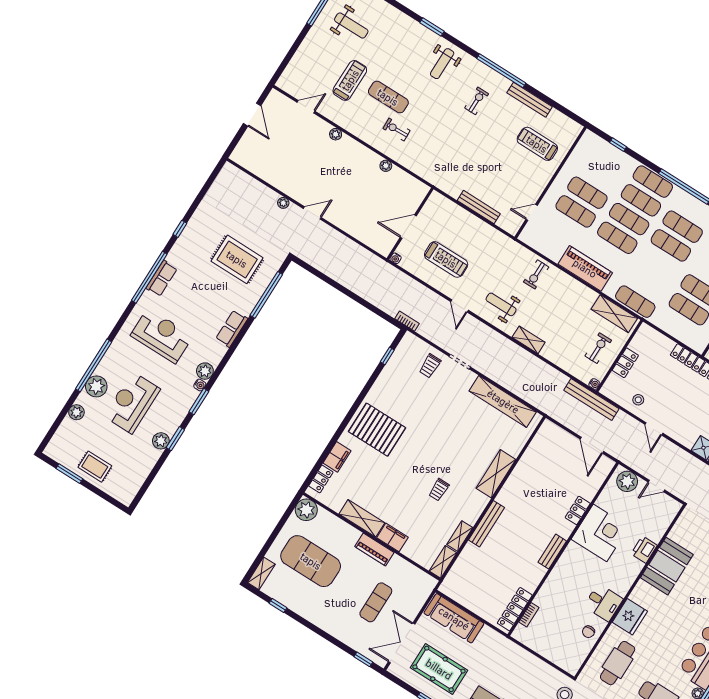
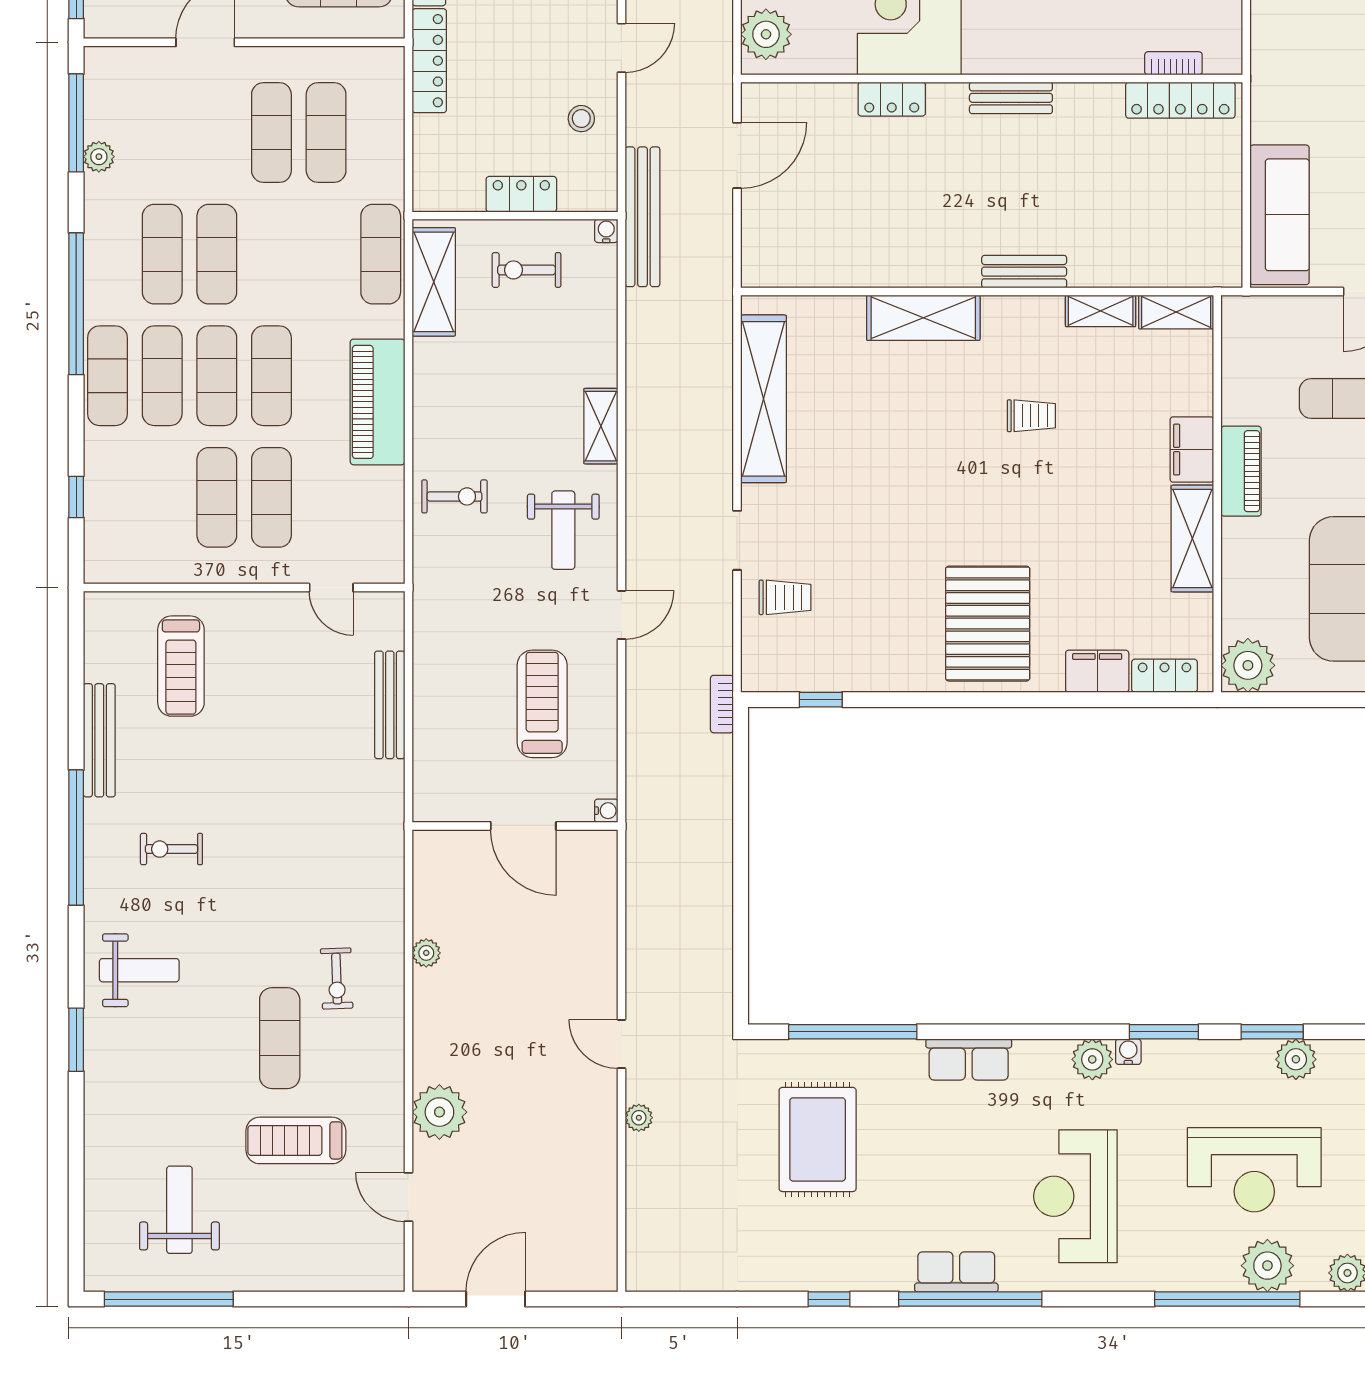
plant: (336, 134) -> (439, 1112), width x1.88, depth x1.88
bench: (486, 524) -> (1024, 272), width x0.73

